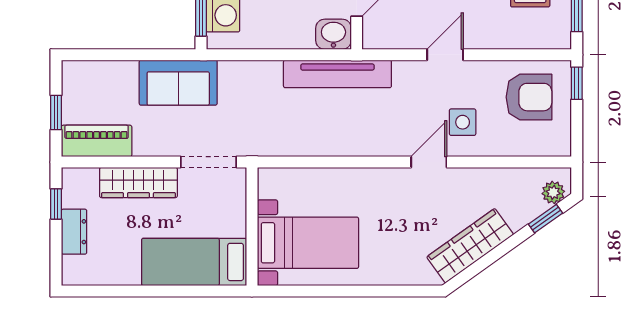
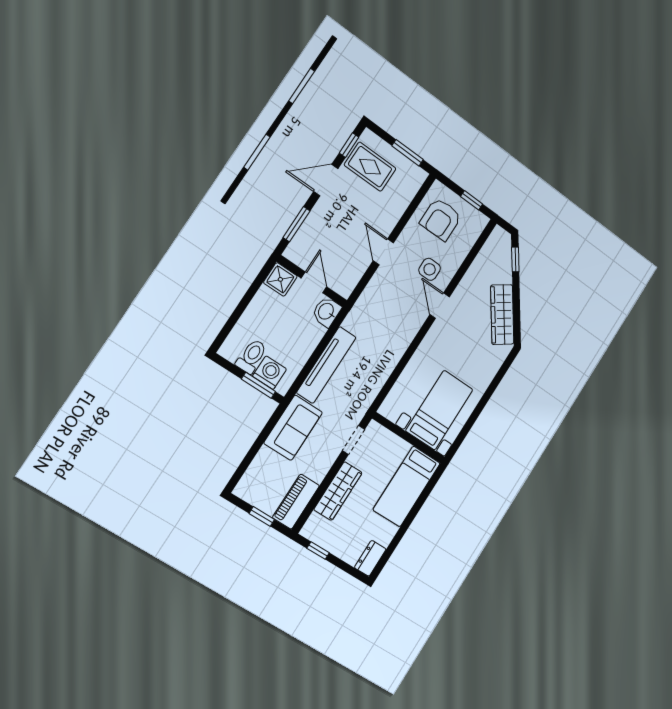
tv unit: (337, 74) -> (326, 365), moved
window: (577, 83) -> (472, 200), moved
armchair: (529, 97) -> (441, 219), turned 180
doorway: (208, 162) -> (354, 440), width x0.73
plant: (553, 192) -> (504, 244), removed
dresser: (74, 232) -> (370, 558), moved, turned -90

